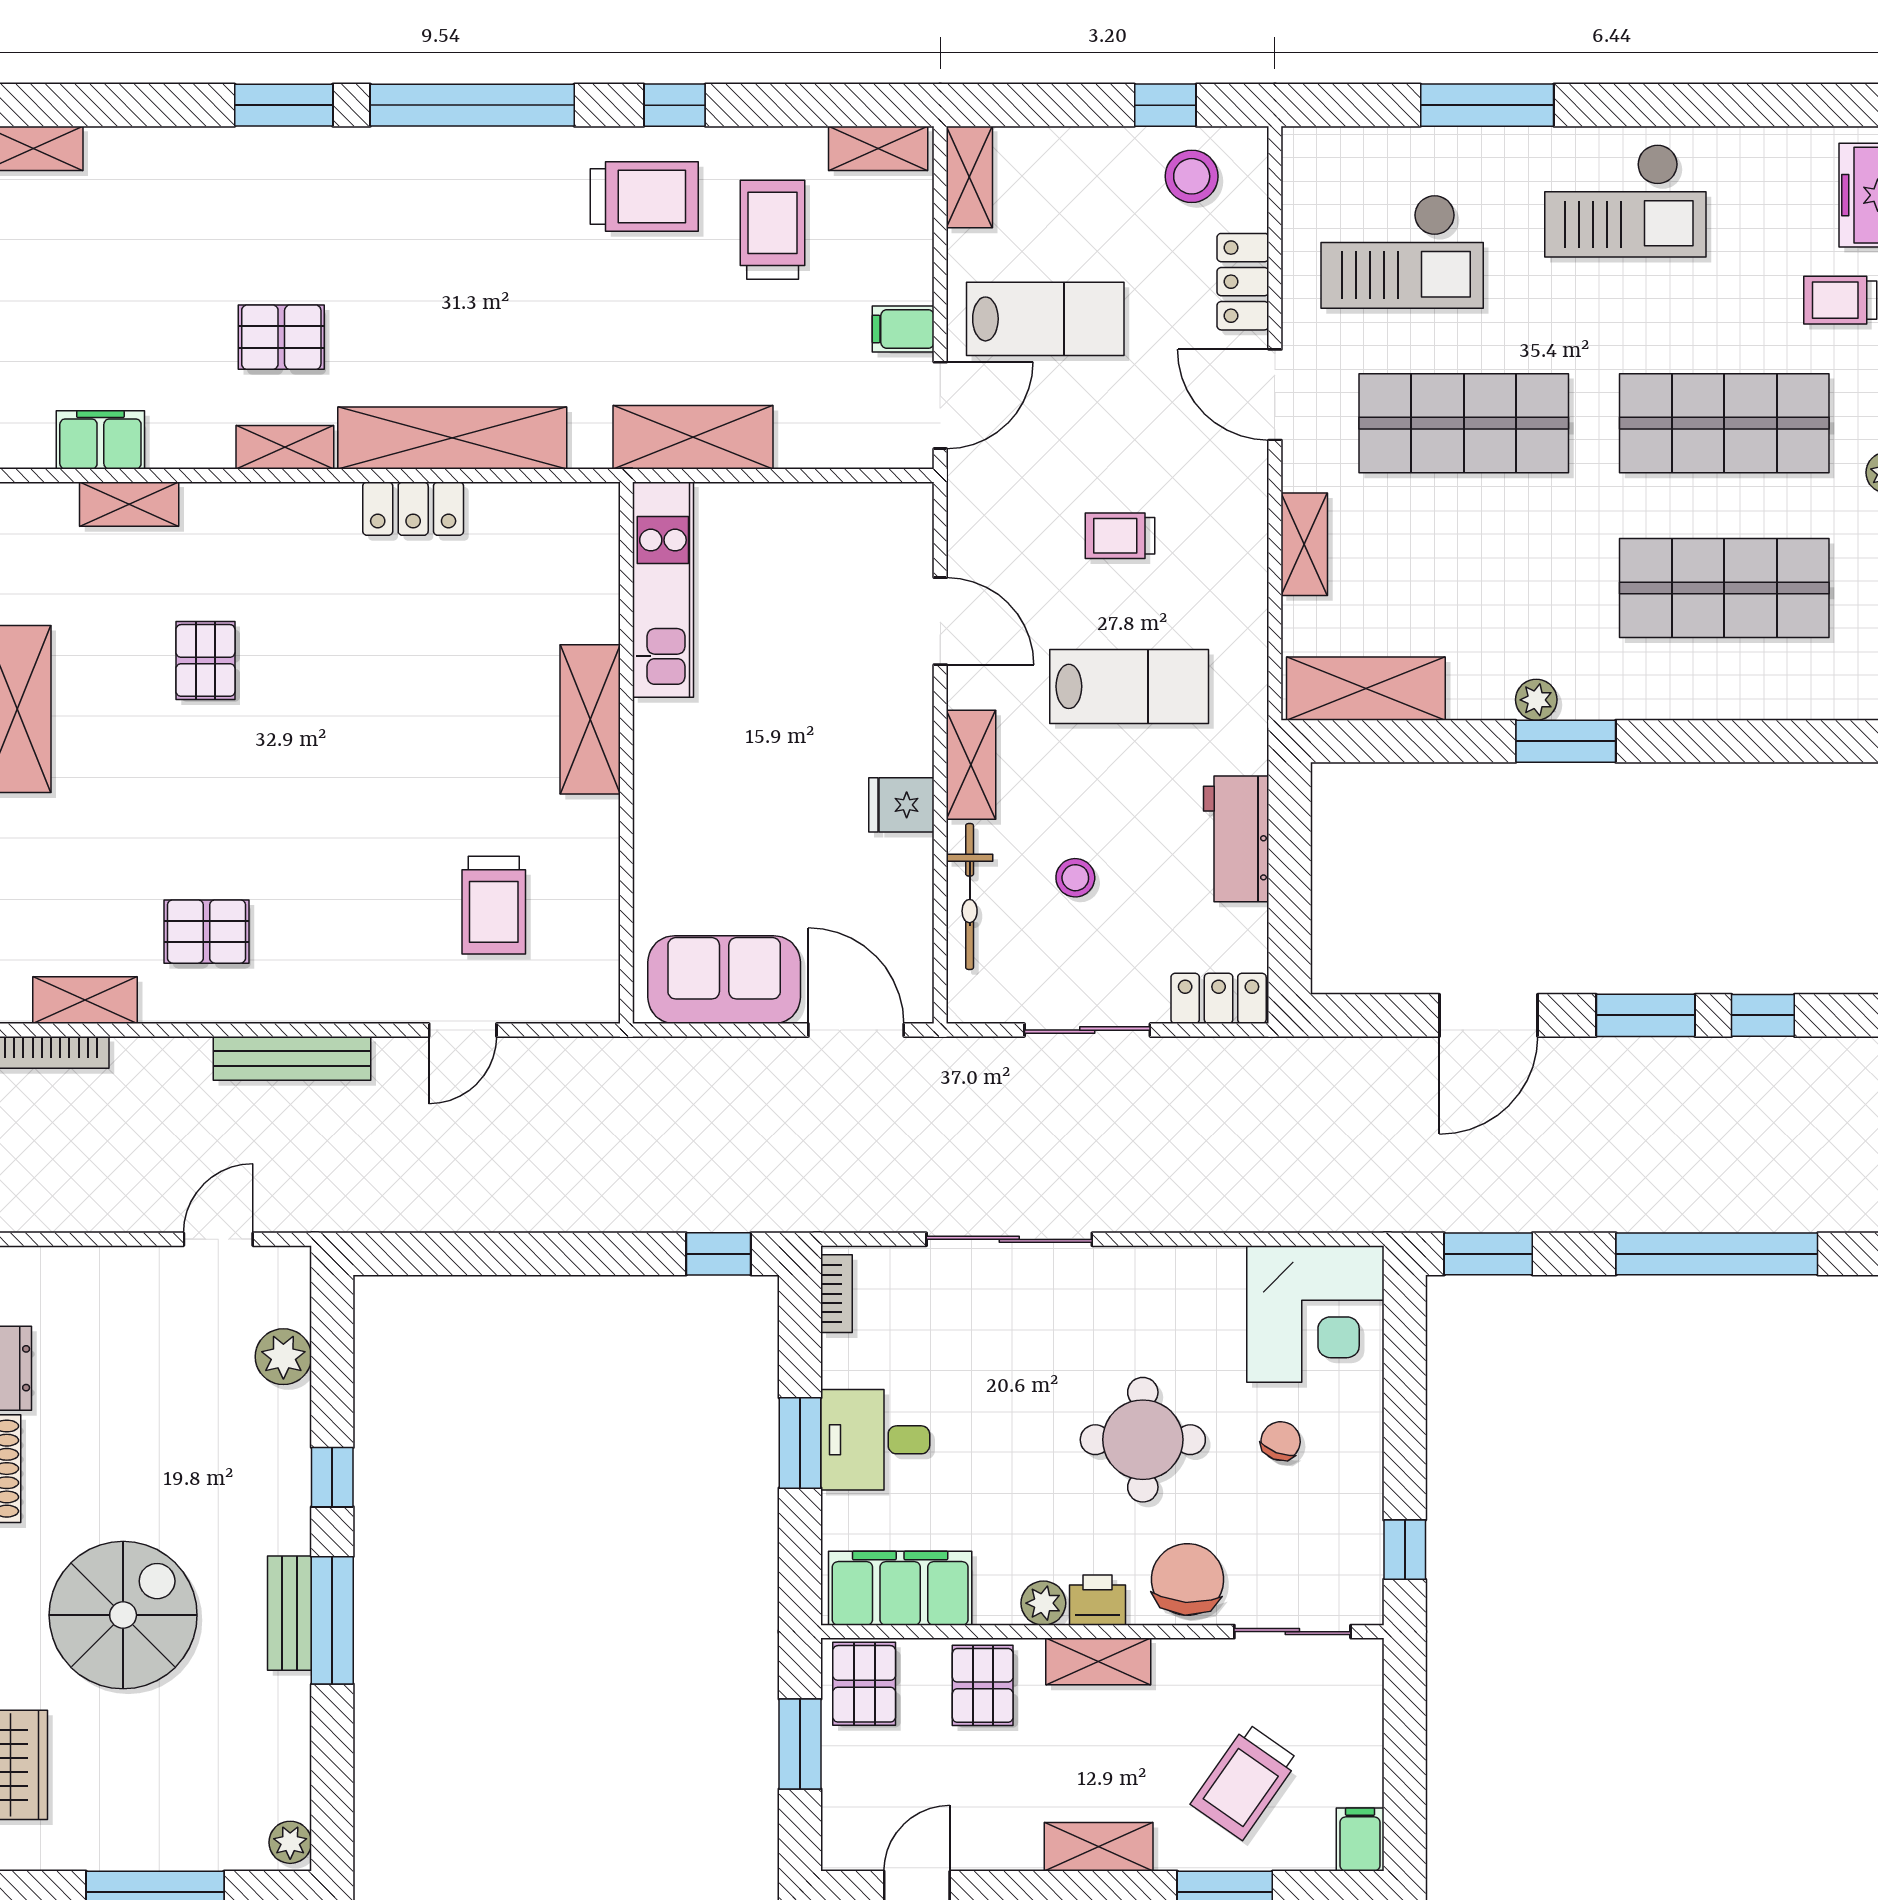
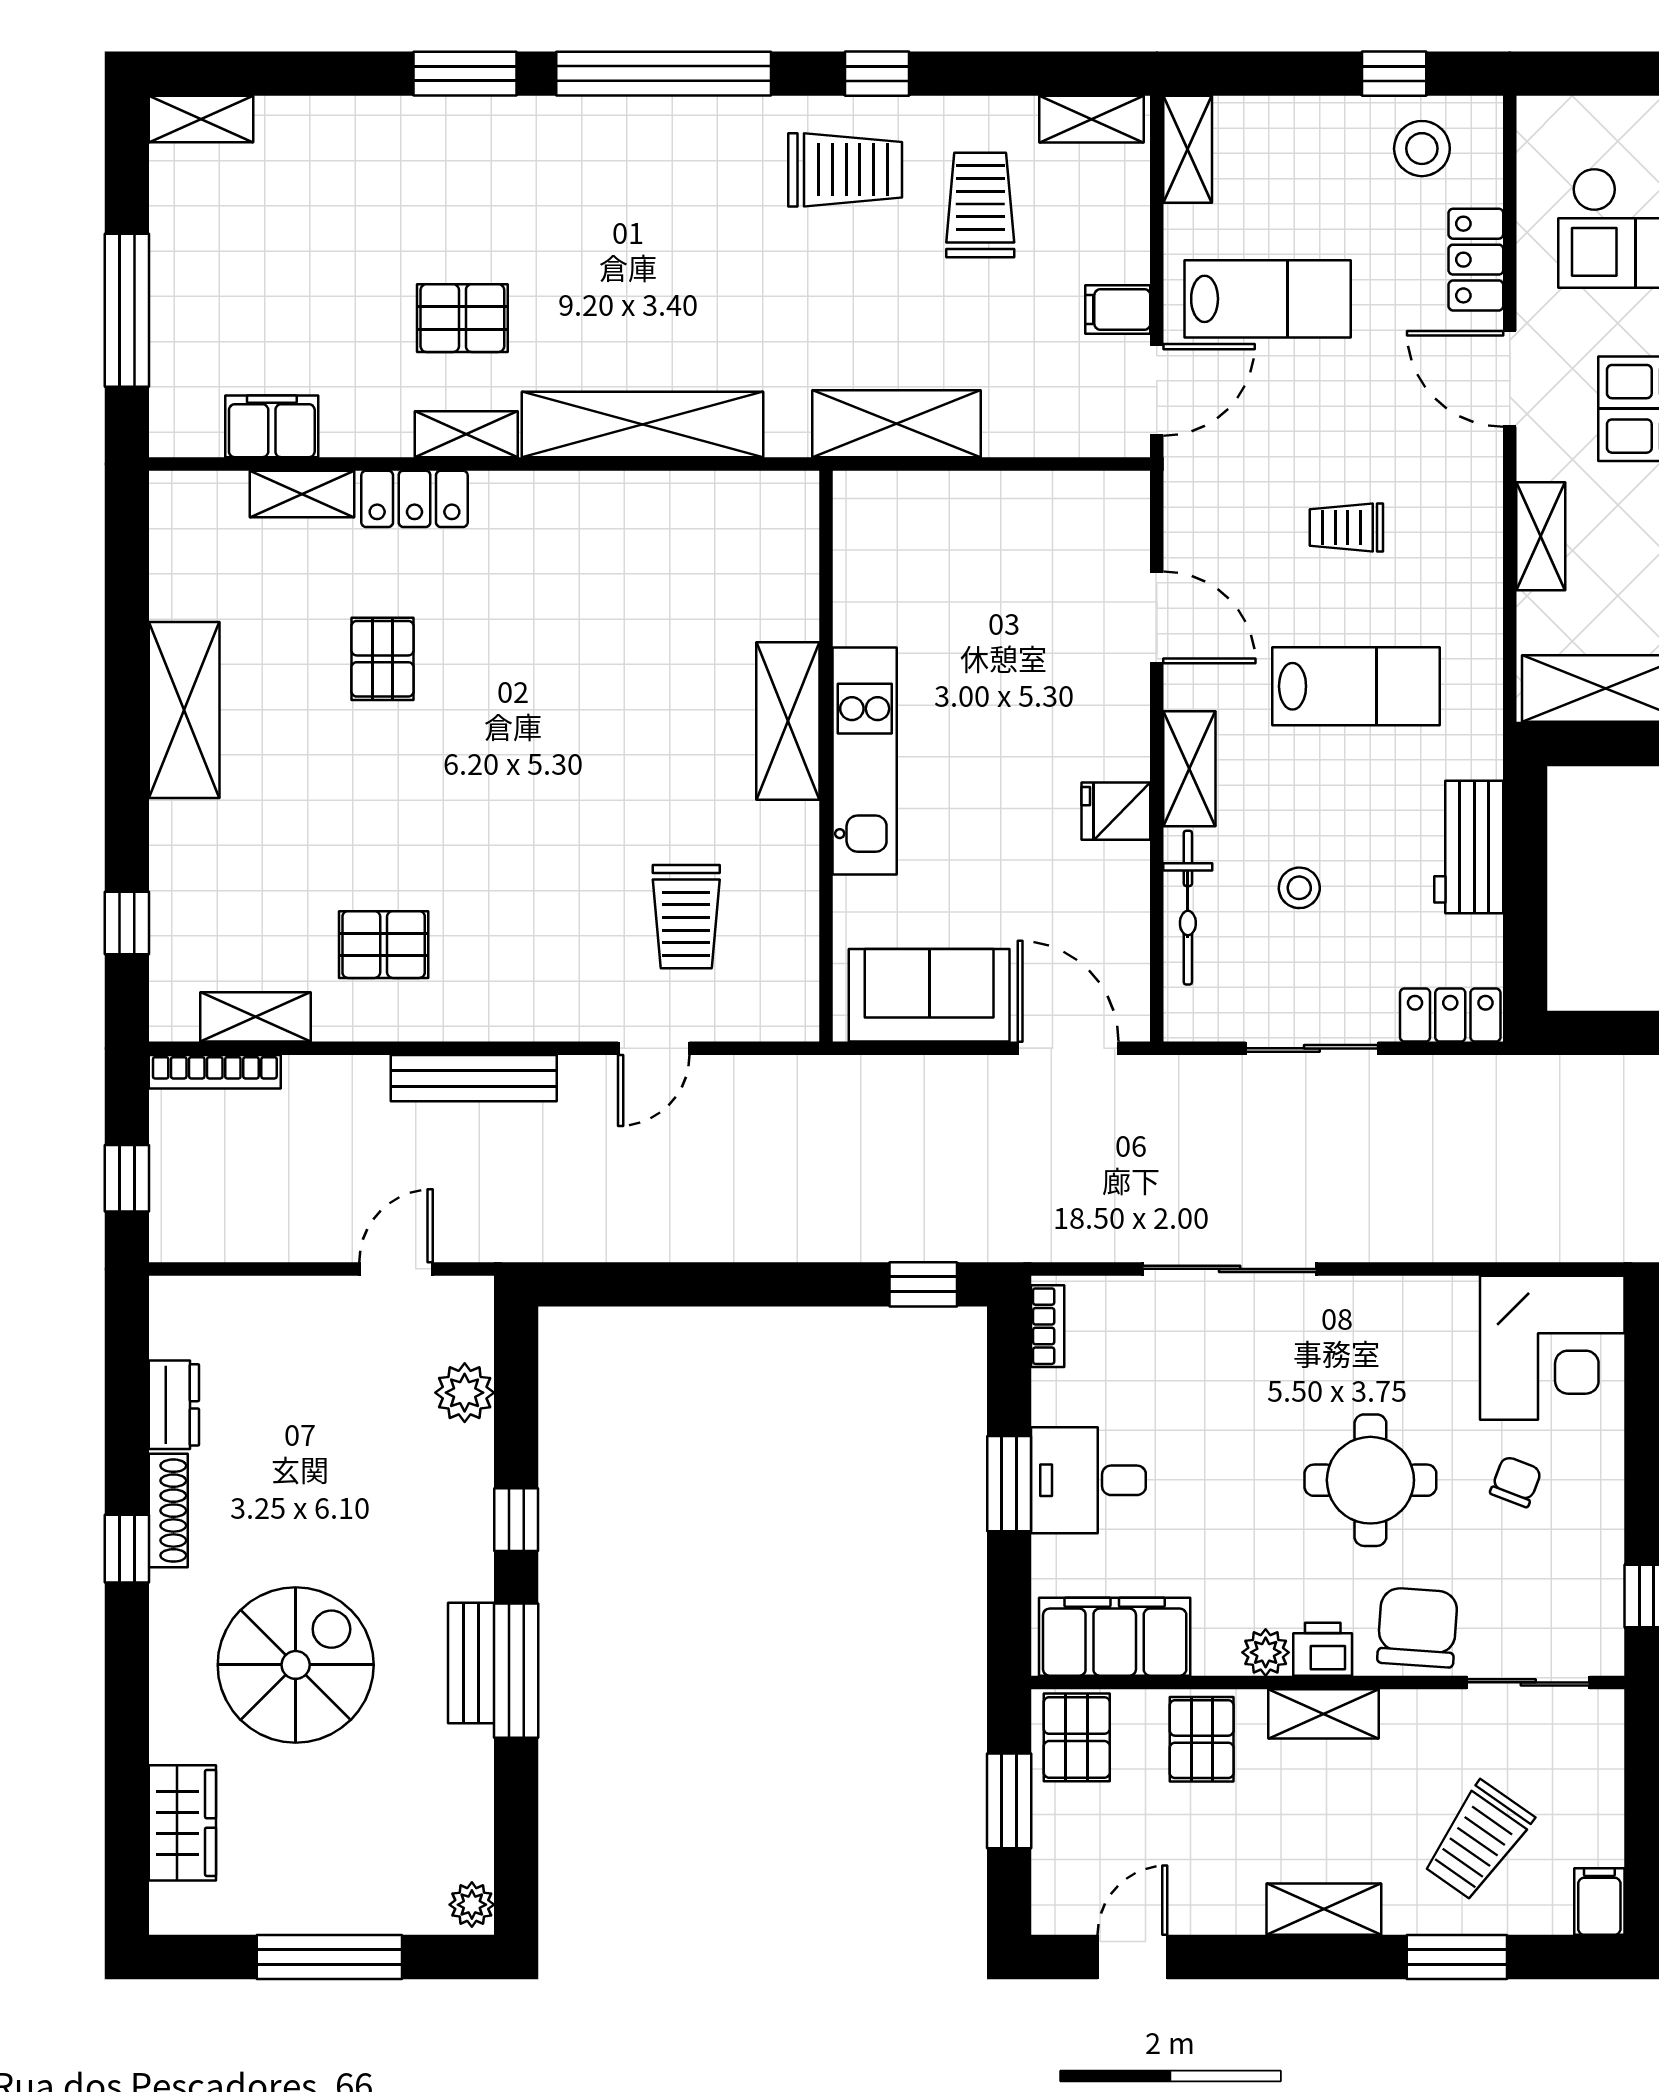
locker: (413, 509) -> (414, 499), moved
kitchen unit: (663, 590) -> (865, 761), moved

